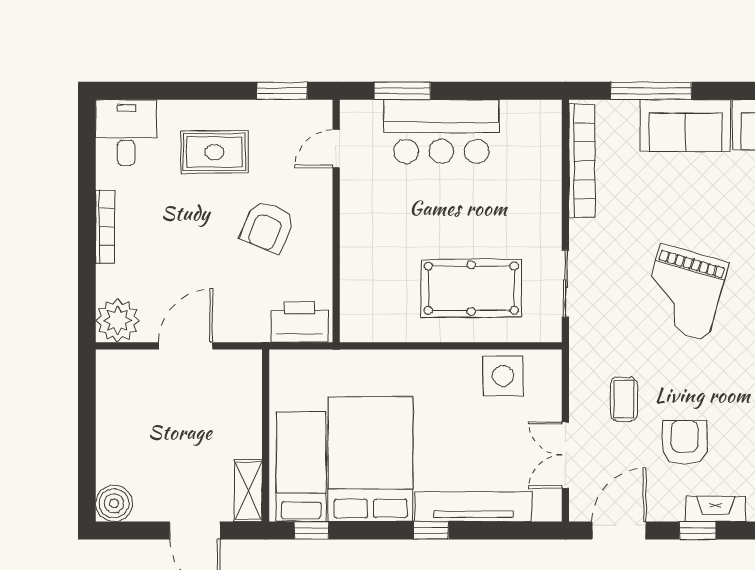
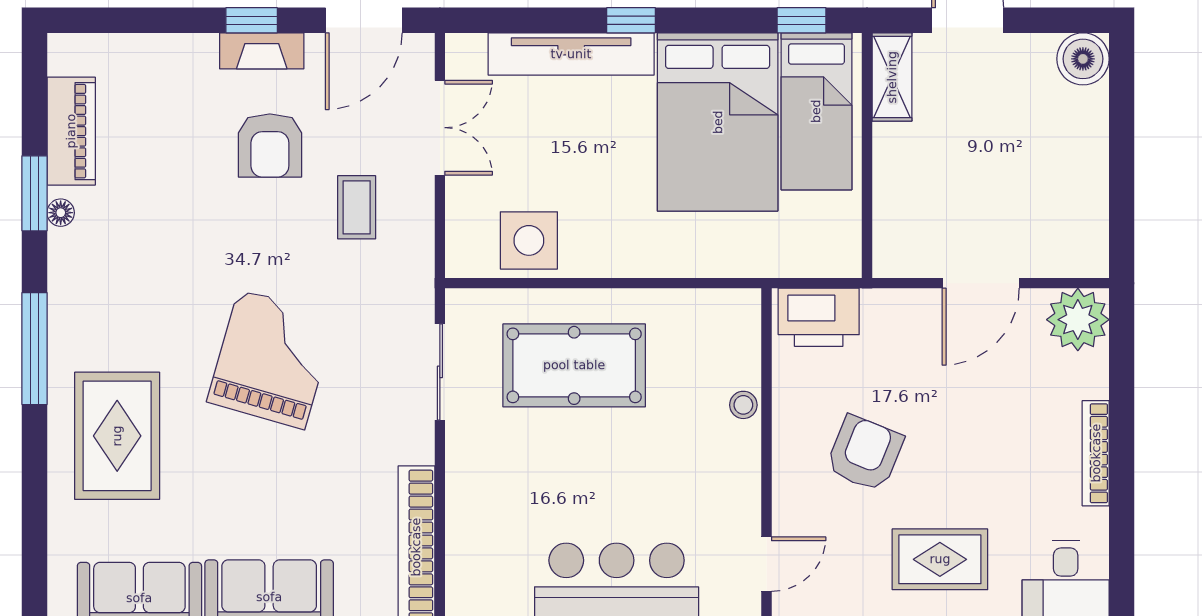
stool: (352, 260) -> (743, 405), added
fireplace: (716, 509) -> (262, 51), moved

